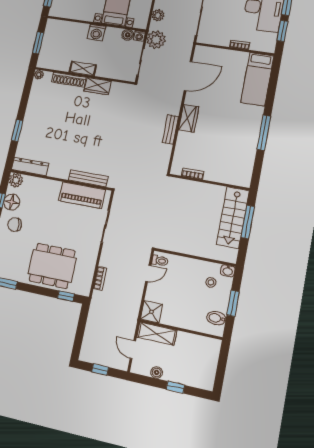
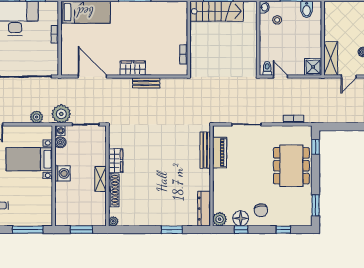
piano: (82, 195) -> (220, 152), width x0.73, depth x0.75

